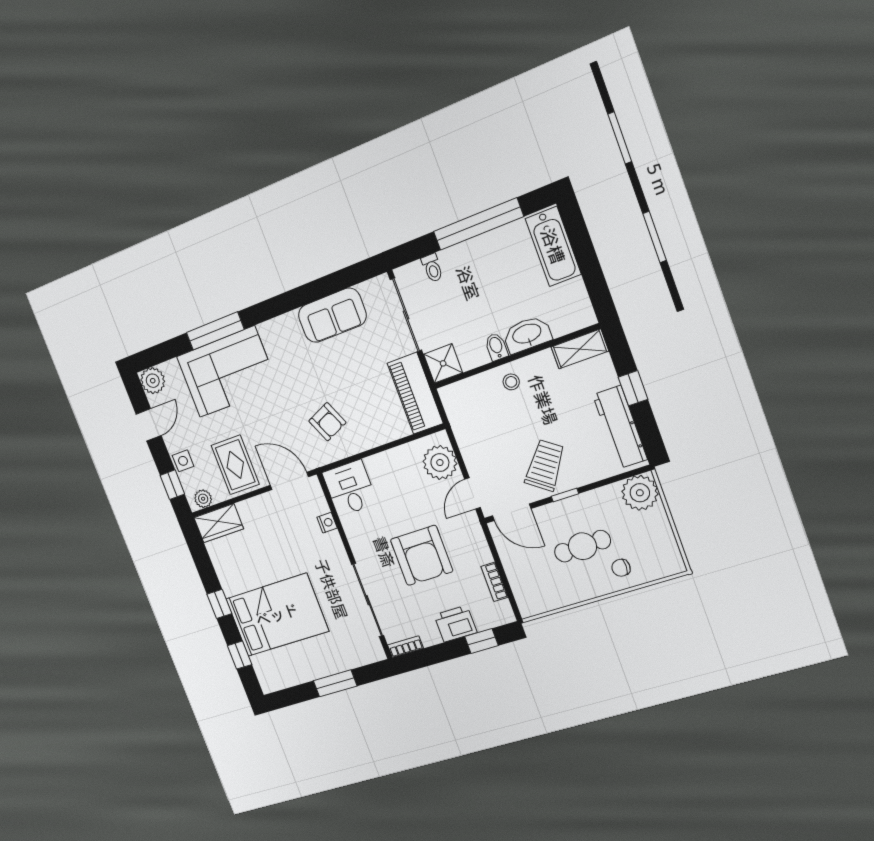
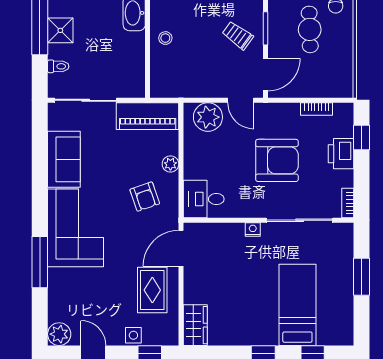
bidet: (496, 347) -> (135, 40), removed
shower: (443, 363) -> (60, 30), moved
corner sofa: (227, 372) -> (76, 228), moved
armchair: (327, 422) -> (145, 197), turned 95
rug: (235, 465) -> (152, 290), turned 90
trolley: (545, 465) -> (238, 35), width x0.73, depth x0.72
window: (565, 495) -> (266, 28), width x1.50
plant: (203, 499) -> (170, 164), moved
nightstand: (327, 523) -> (253, 230), moved
bed: (277, 615) -> (297, 305), width x0.67

